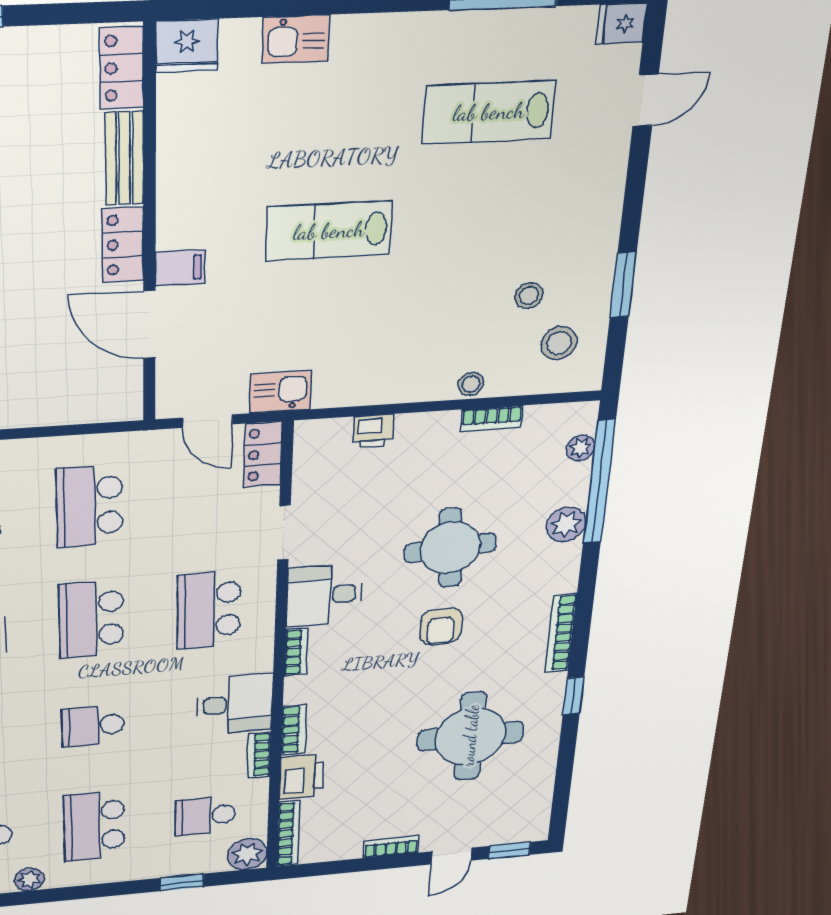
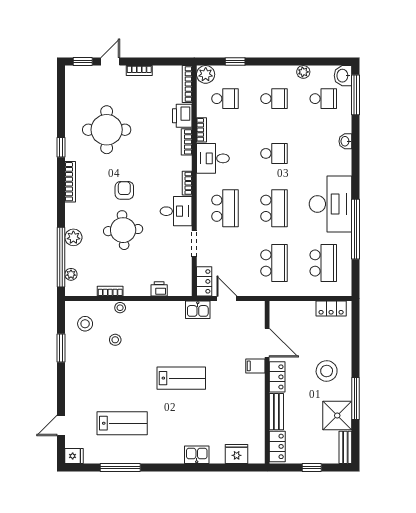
locker: (122, 68) -> (277, 446), moved
bench: (124, 158) -> (276, 412), moved
wall: (149, 230) -> (267, 382), moved
locker: (123, 245) -> (277, 377), moved
filing cabinet: (180, 268) -> (255, 366), moved
stool: (529, 296) -> (115, 340), moved
door: (149, 325) -> (267, 343), moved
school desk: (94, 826) -> (274, 99), width x0.54

